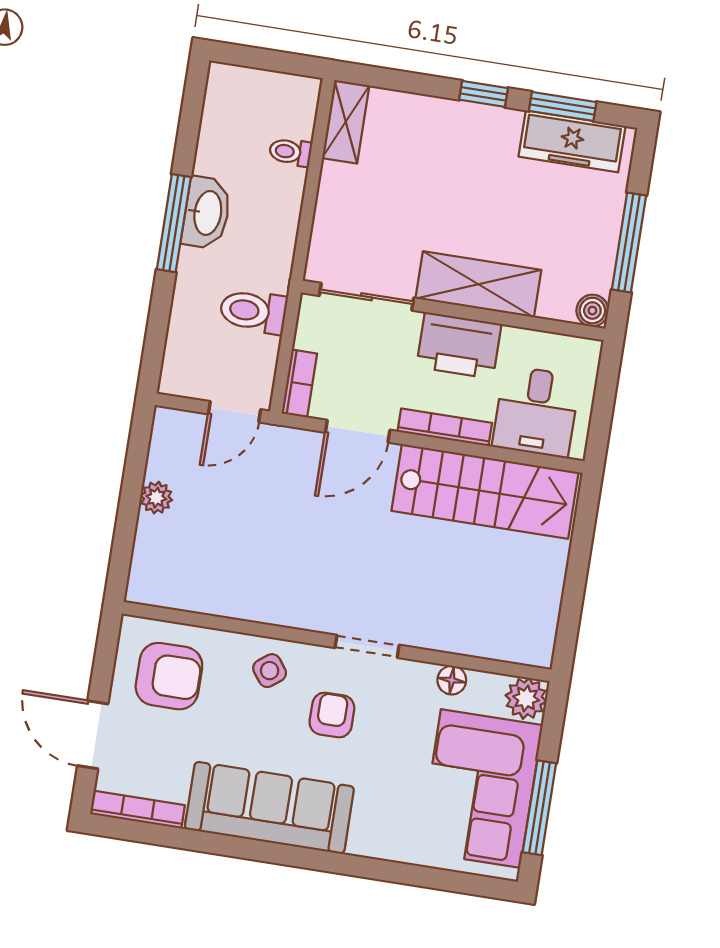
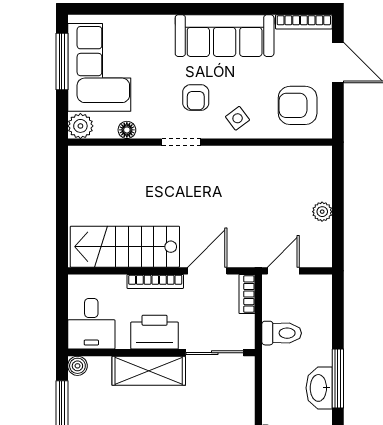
desk: (536, 412) -> (91, 324), moved, turned 180

